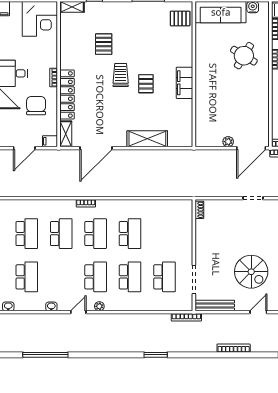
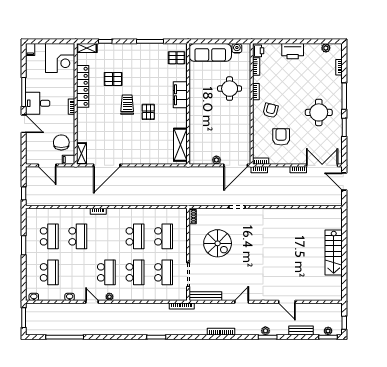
pallet: (104, 44) -> (113, 79), turned 90
round table: (244, 56) -> (230, 89), turned -31
filing cabinet: (185, 83) -> (180, 95), moved
locker: (67, 95) -> (83, 86), moved
chair: (36, 106) -> (61, 142), moved
shelving: (147, 139) -> (180, 145), moved, turned 90
door: (24, 148) -> (47, 165), hinge flipped
school desk: (96, 234) -> (164, 236), moved
spiral stairs: (251, 272) -> (218, 243), moved
door: (78, 312) -> (92, 302), hinge flipped

